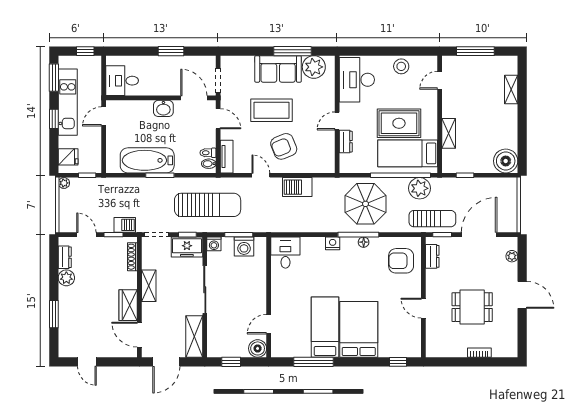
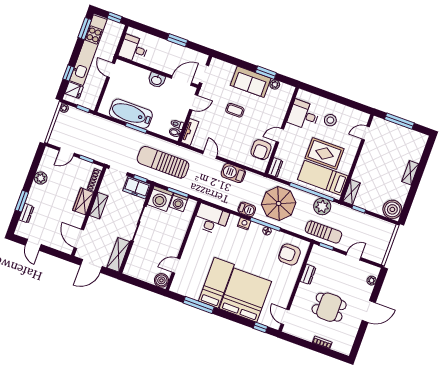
window: (292, 51) -> (266, 73), width x0.69
stool: (401, 66) -> (330, 120), moved
plant: (314, 67) -> (275, 85), width x0.53, depth x0.53
desk: (357, 80) -> (304, 115), width x0.73
shelving: (511, 89) -> (410, 173), moved
door: (194, 98) -> (181, 81), hinge flipped
kitchen unit: (68, 102) -> (88, 50), width x1.36
coffee table: (272, 110) -> (235, 110), width x0.54, depth x0.58
door: (104, 116) -> (111, 70), hinge flipped
window: (54, 119) -> (68, 73), moved
door: (218, 119) -> (194, 102), hinge flipped
shelving: (449, 133) -> (351, 192), moved
dresser: (346, 142) -> (275, 167), moved
armchair: (284, 146) -> (261, 150), moved, turned -68
sun lounger: (208, 205) -> (163, 162), turned 180
barbecue: (125, 225) -> (247, 209), moved
door: (86, 235) -> (67, 152), swing flipped
door: (479, 235) -> (353, 256), width x0.53
washing machine: (214, 244) -> (160, 199), width x1.89, depth x1.89
desk: (285, 253) -> (211, 219), width x1.37
dresser: (432, 256) -> (308, 274), moved
dresser: (65, 257) -> (26, 213), moved
door: (522, 295) -> (369, 312), hinge flipped
wardrobe: (128, 305) -> (83, 201), moved
door: (423, 308) -> (285, 317), moved
bed: (359, 329) -> (245, 295), width x1.36
window: (231, 362) -> (139, 283), removed

